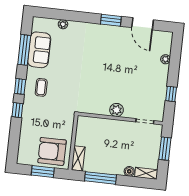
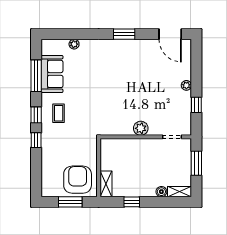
door: (143, 24) -> (170, 34), moved
plant: (165, 59) -> (186, 85), moved
armchair: (52, 151) -> (78, 180), turned 90
window: (100, 178) -> (132, 202), width x0.46

